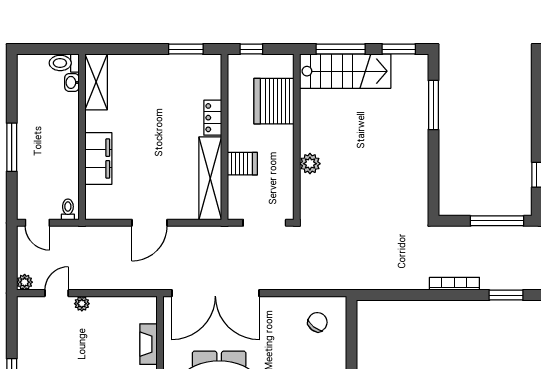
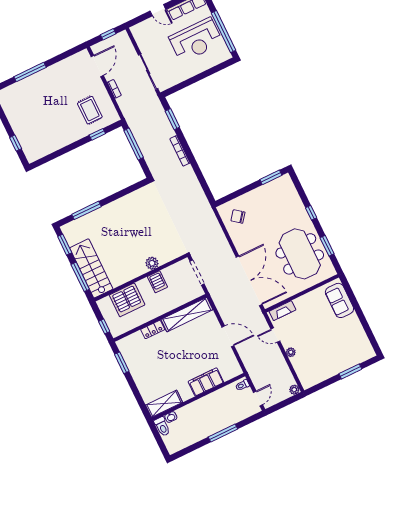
server rack: (242, 164) -> (157, 282), moved, turned 180
door: (57, 293) -> (275, 335), moved
fireplace: (148, 344) -> (282, 311), moved

